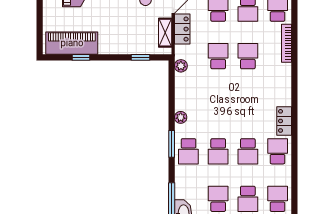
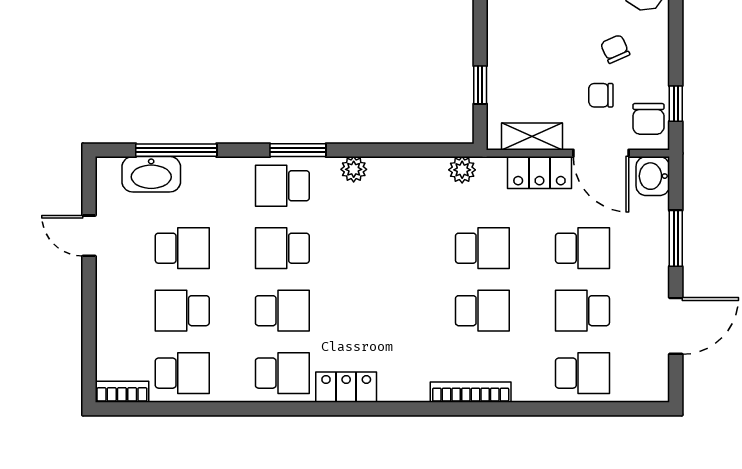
bookcase: (287, 43) -> (471, 392), moved
school desk: (248, 151) -> (282, 311), turned 180

